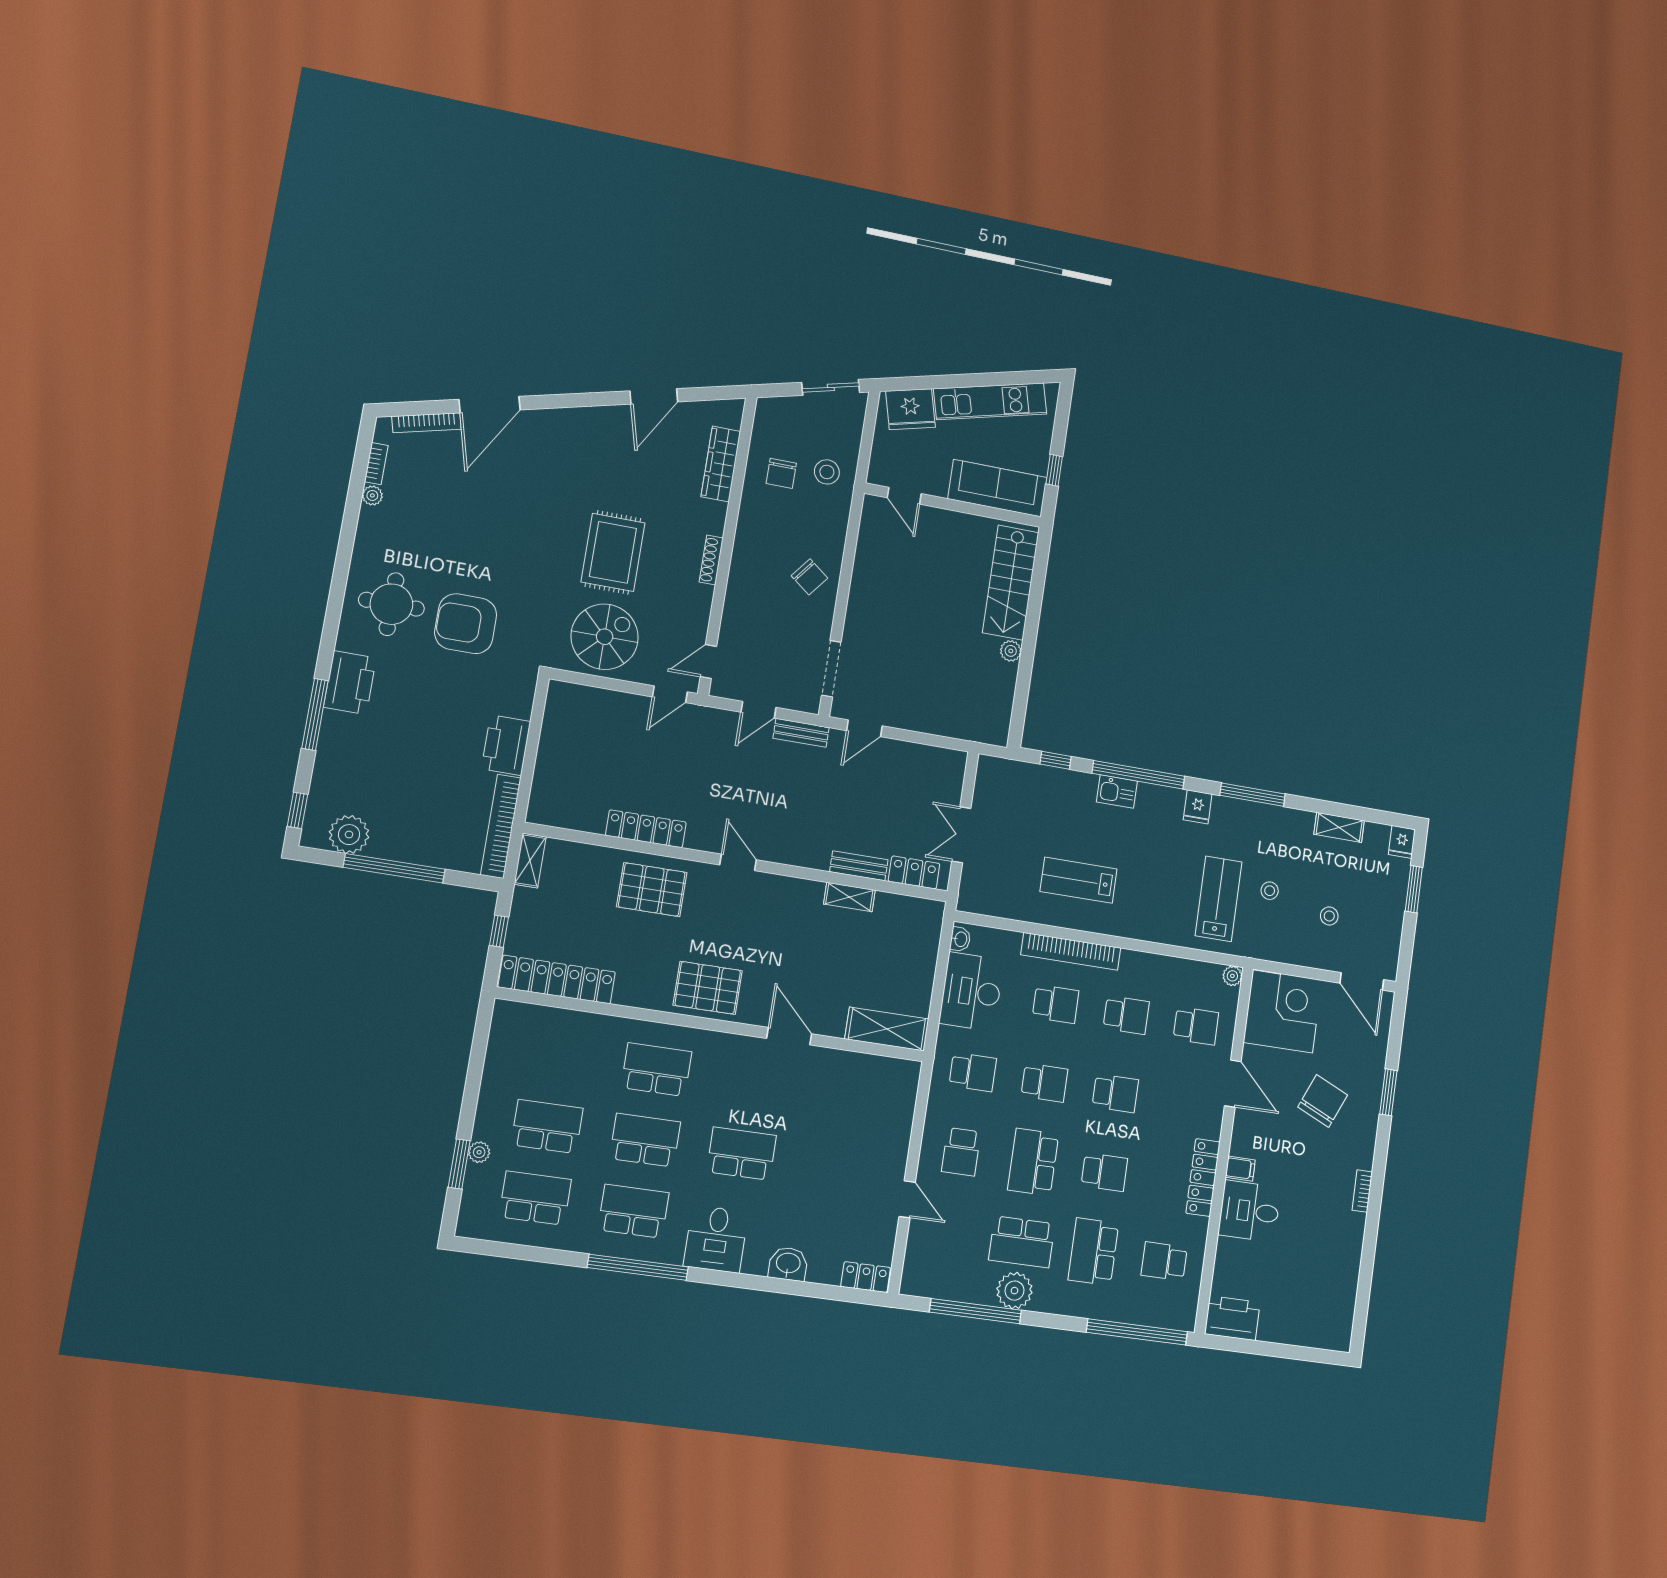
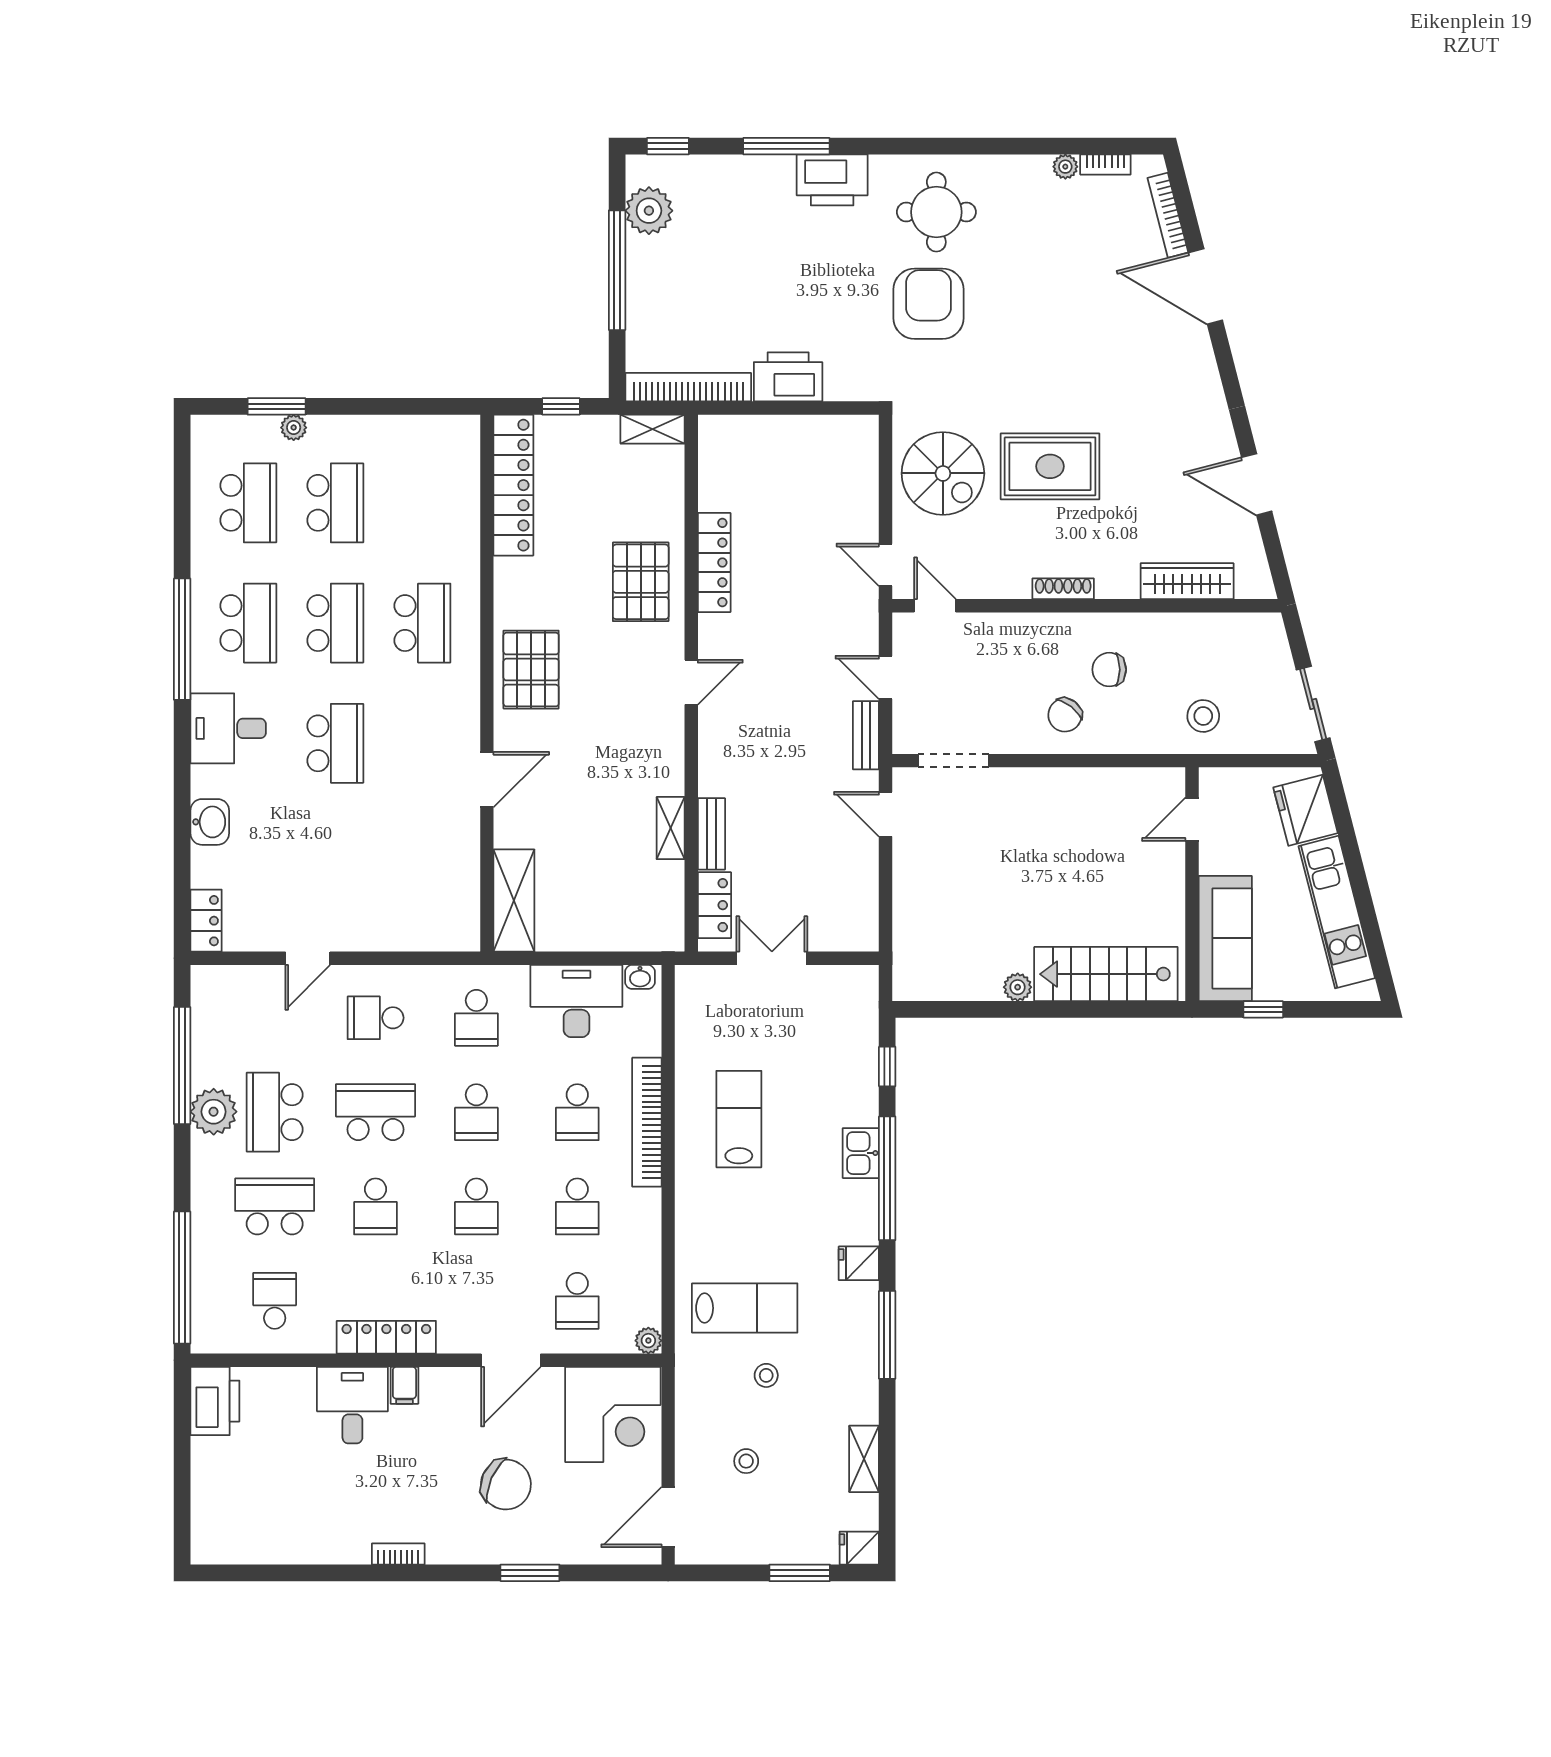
chair: (781, 473) -> (1109, 670), moved

